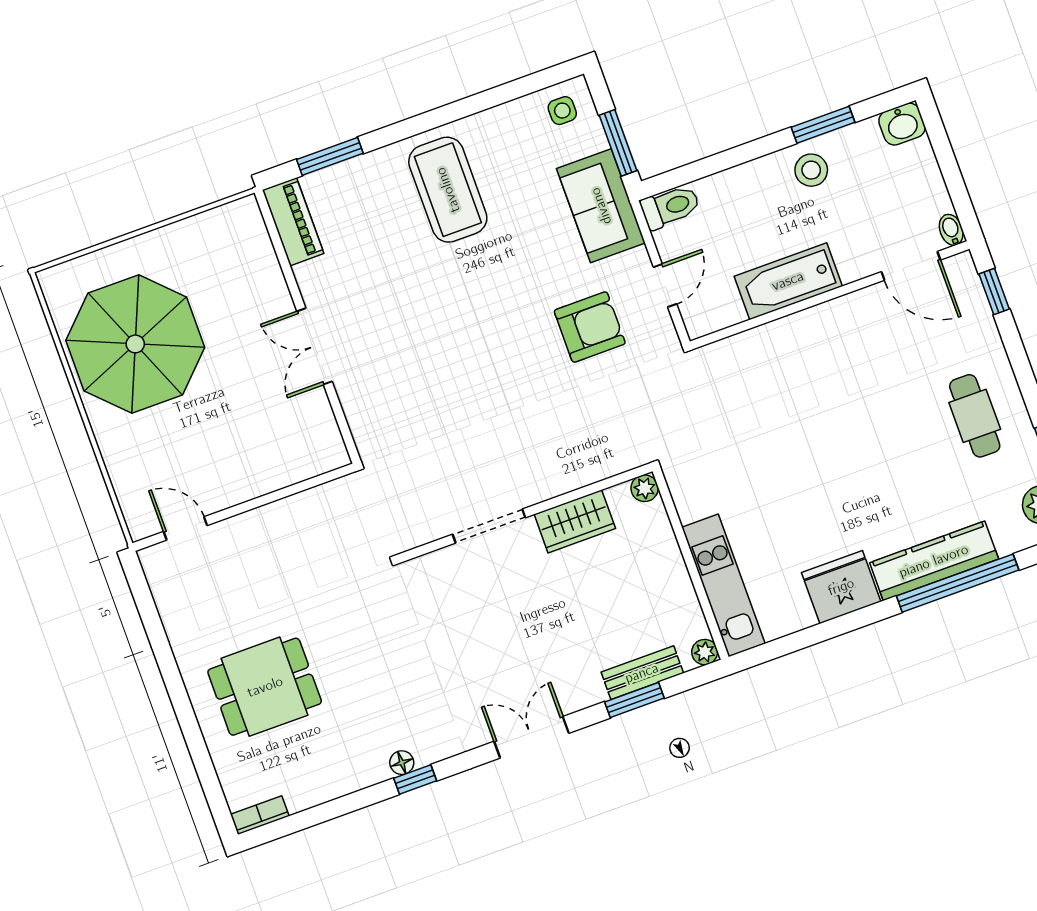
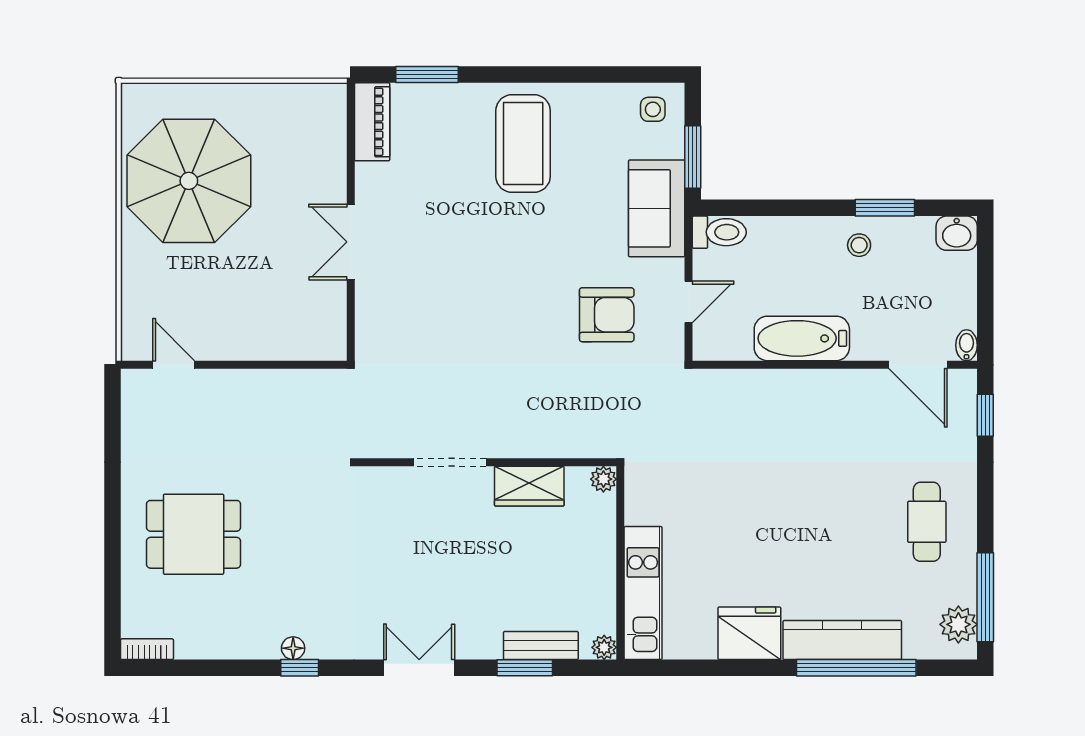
stool: (811, 170) -> (859, 245), width x0.73, depth x0.73

